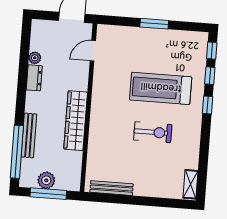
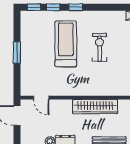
treadmill: (161, 88) -> (66, 44), turned 180

